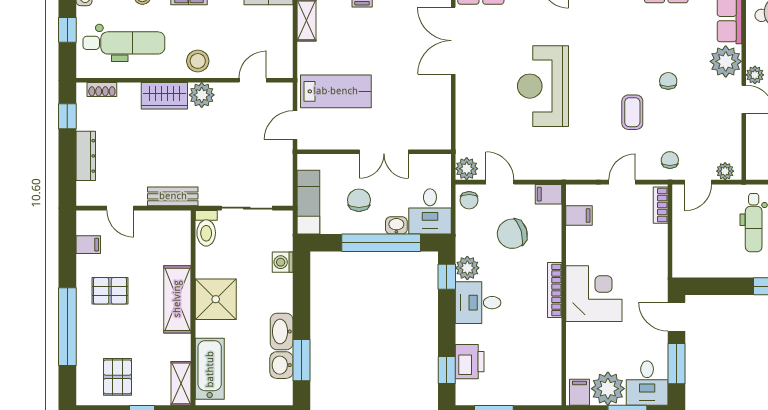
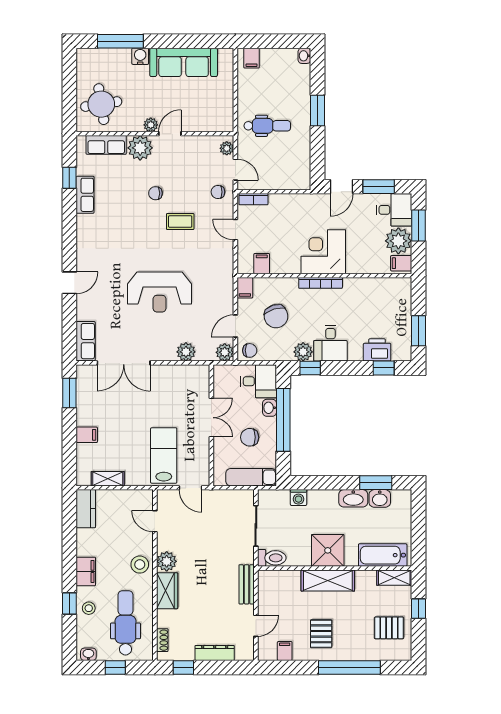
plant: (467, 119) -> (186, 352), added

